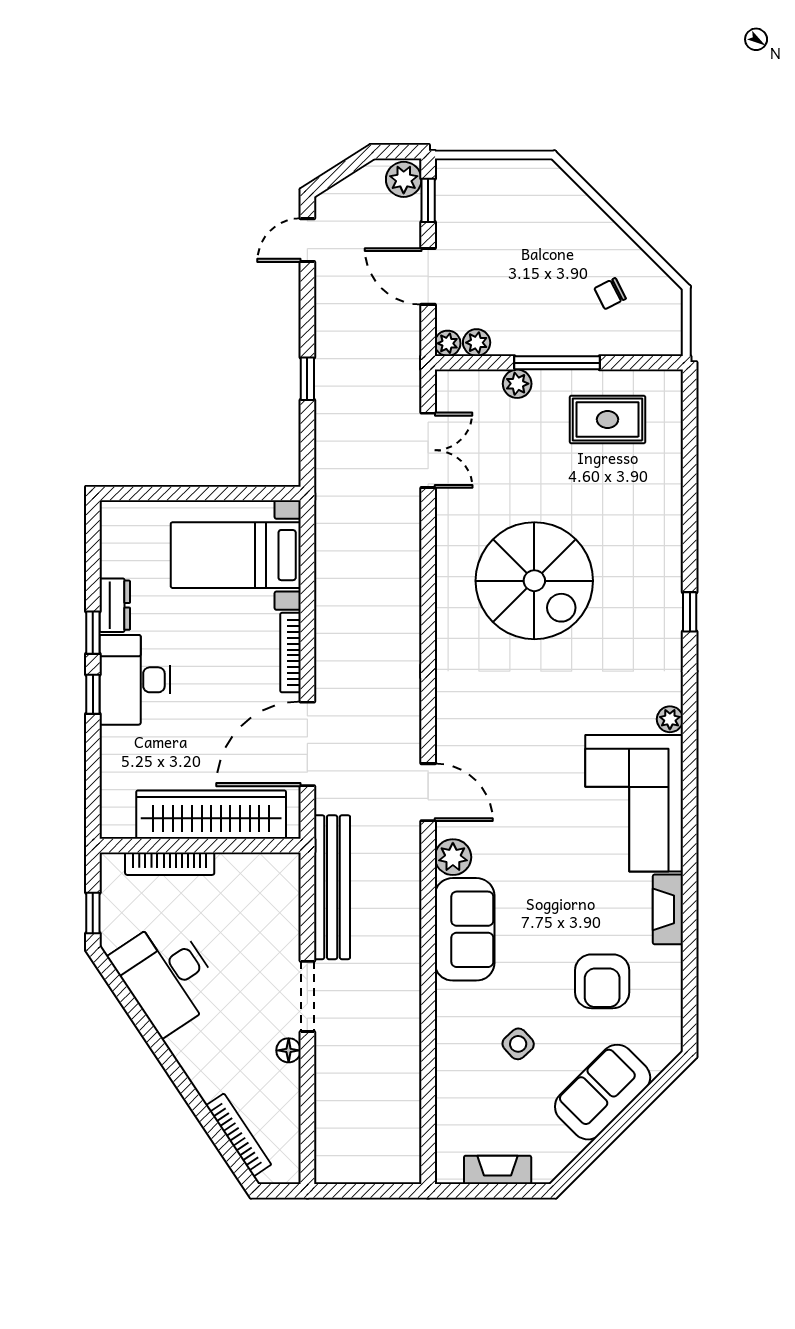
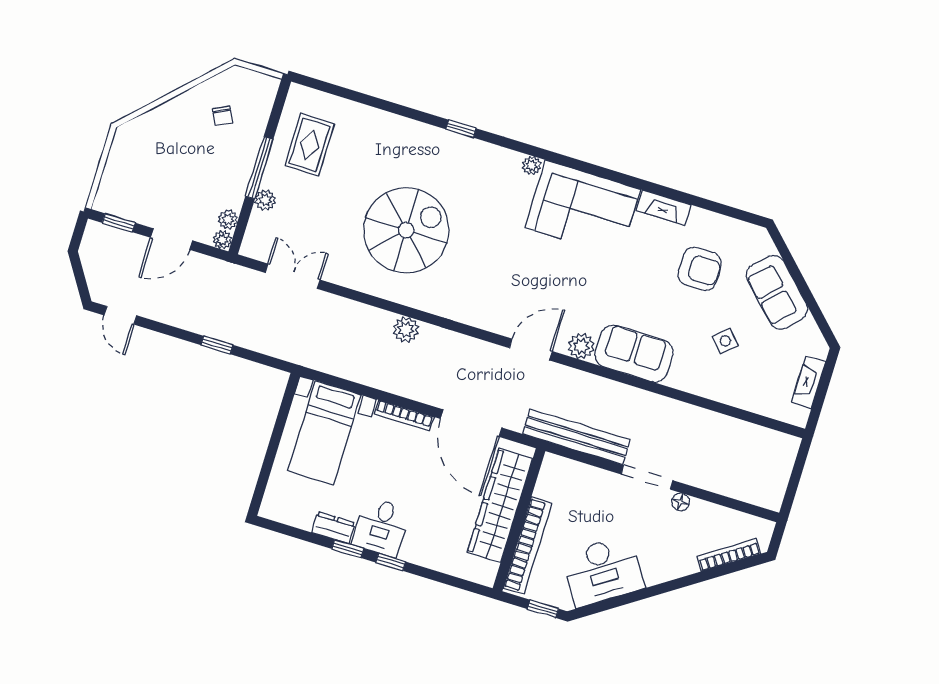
plant: (404, 179) -> (406, 330), moved
desk: (135, 680) -> (381, 527), width x0.73
bookcase: (170, 864) -> (528, 546), width x1.48, depth x1.31

